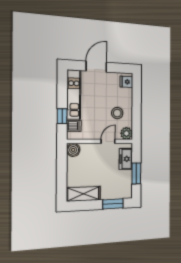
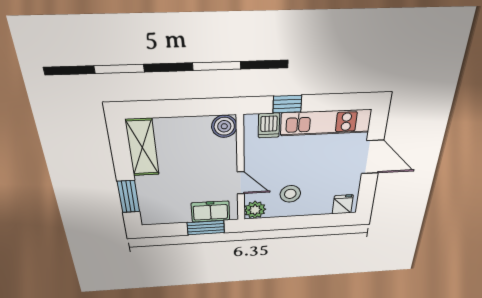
window: (136, 173) -> (206, 228), moved

